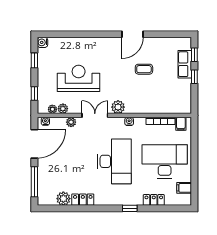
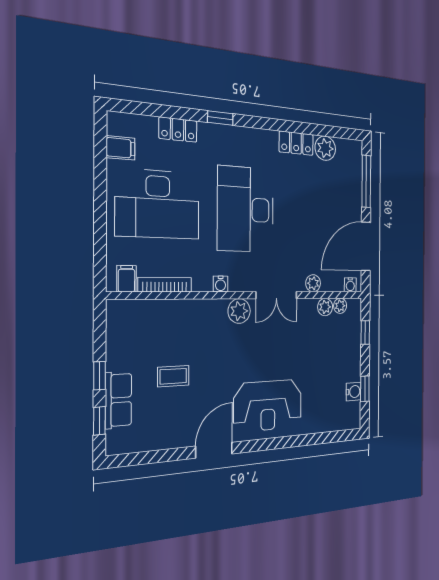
water cooler: (42, 42) -> (354, 392), moved
coffee table: (144, 69) -> (173, 376), moved
reception desk: (79, 78) -> (268, 406), moved

